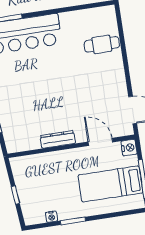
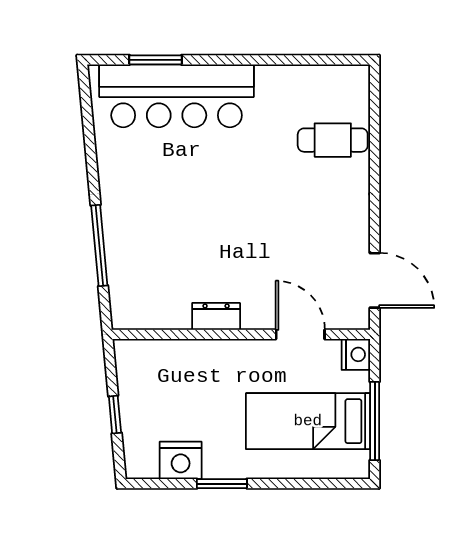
dresser: (58, 139) -> (216, 316), width x0.70
nightstand: (52, 217) -> (181, 460), width x1.89, depth x1.79

